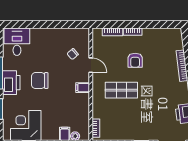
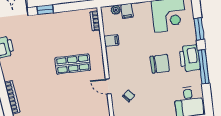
armchair: (135, 60) -> (62, 97), removed
filing cabinet: (83, 88) -> (111, 41), moved

